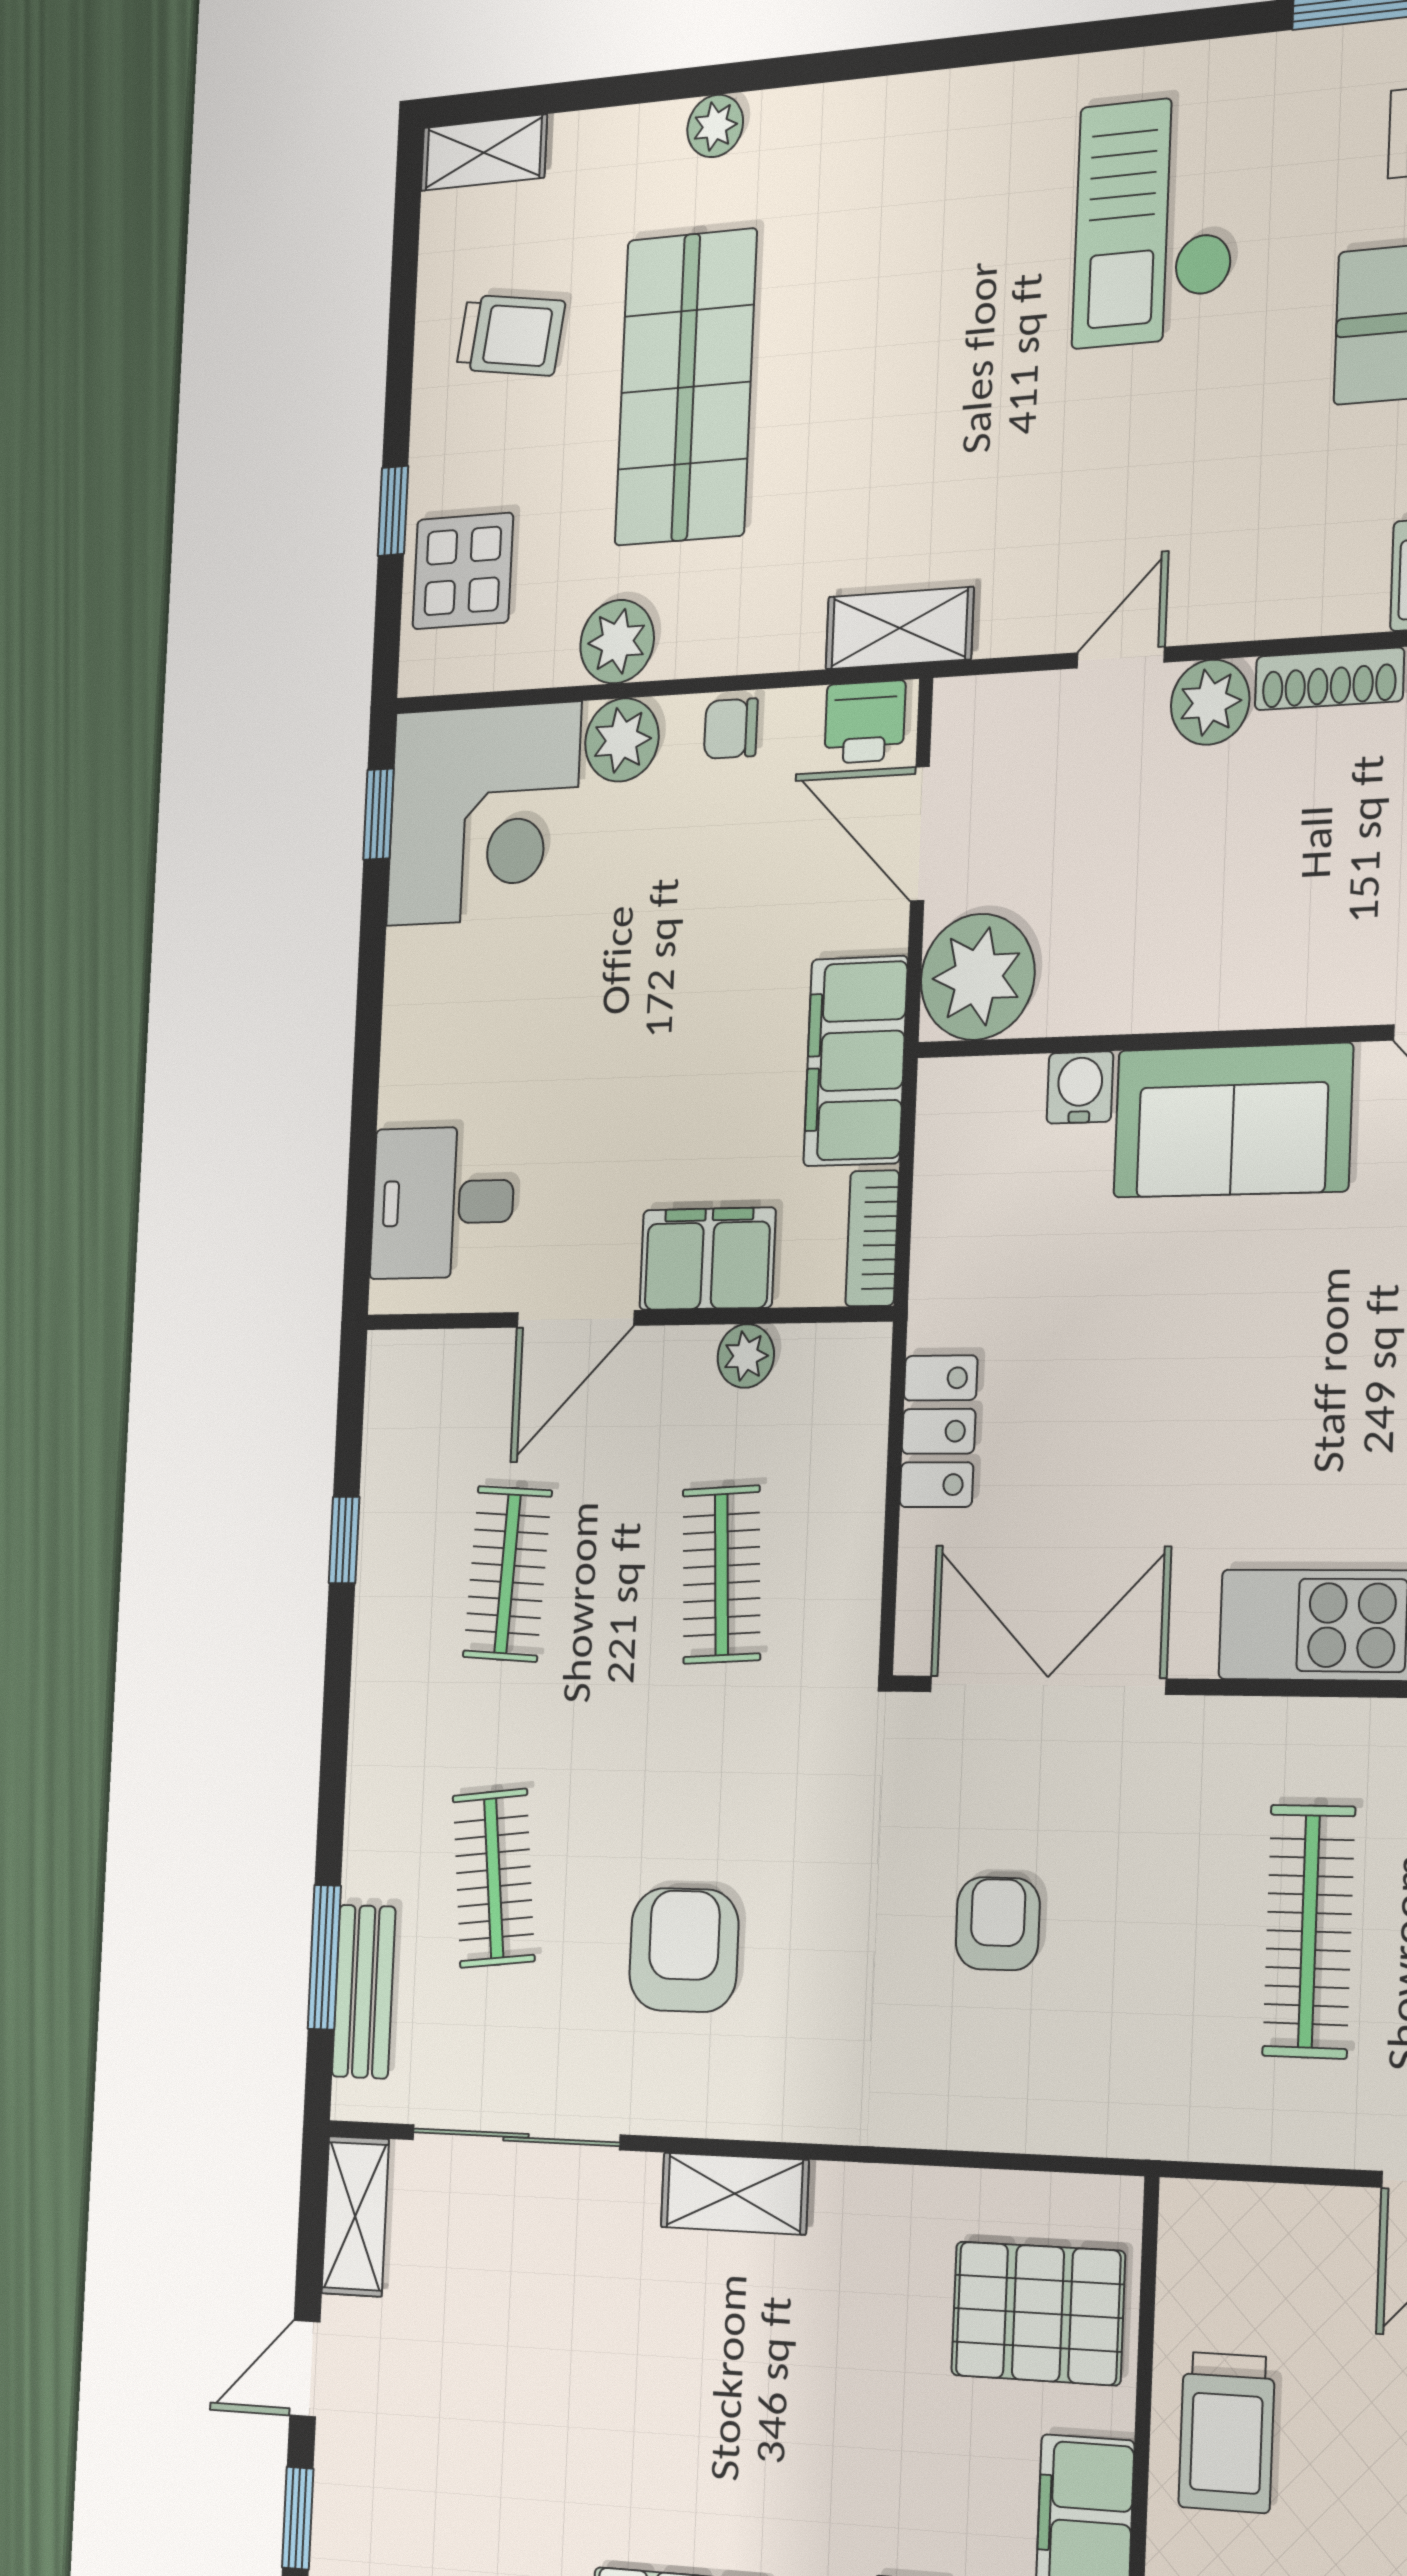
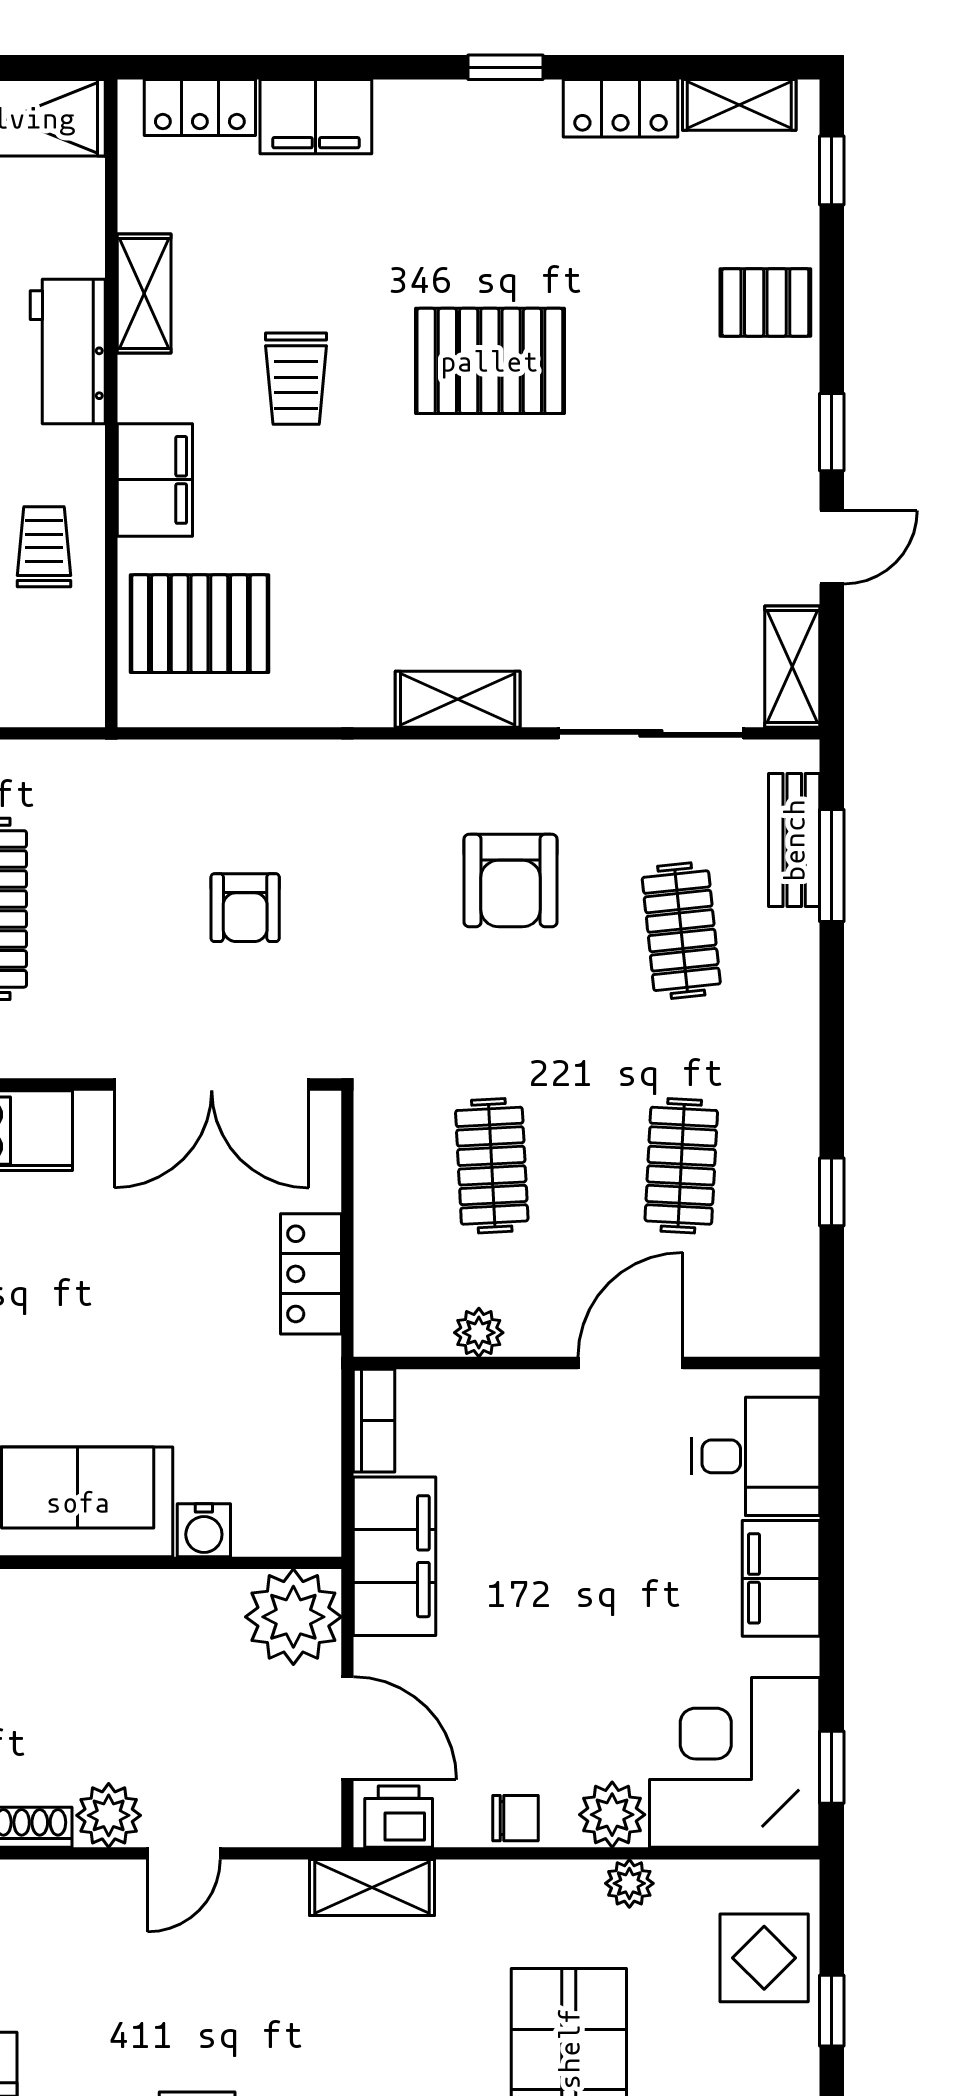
plant: (617, 642) -> (629, 1883), width x0.73, depth x0.73
filing cabinet: (707, 1259) -> (781, 1578), moved, turned 90
trolley: (1227, 2432) -> (44, 547), width x0.73, depth x0.72

